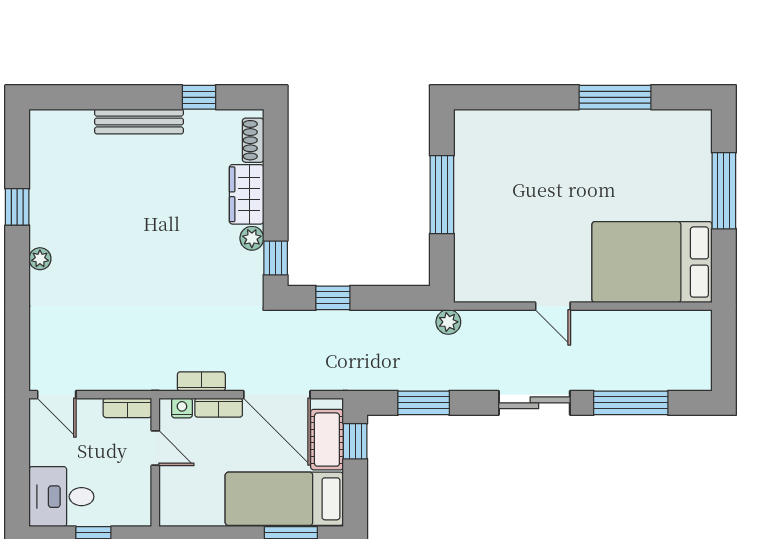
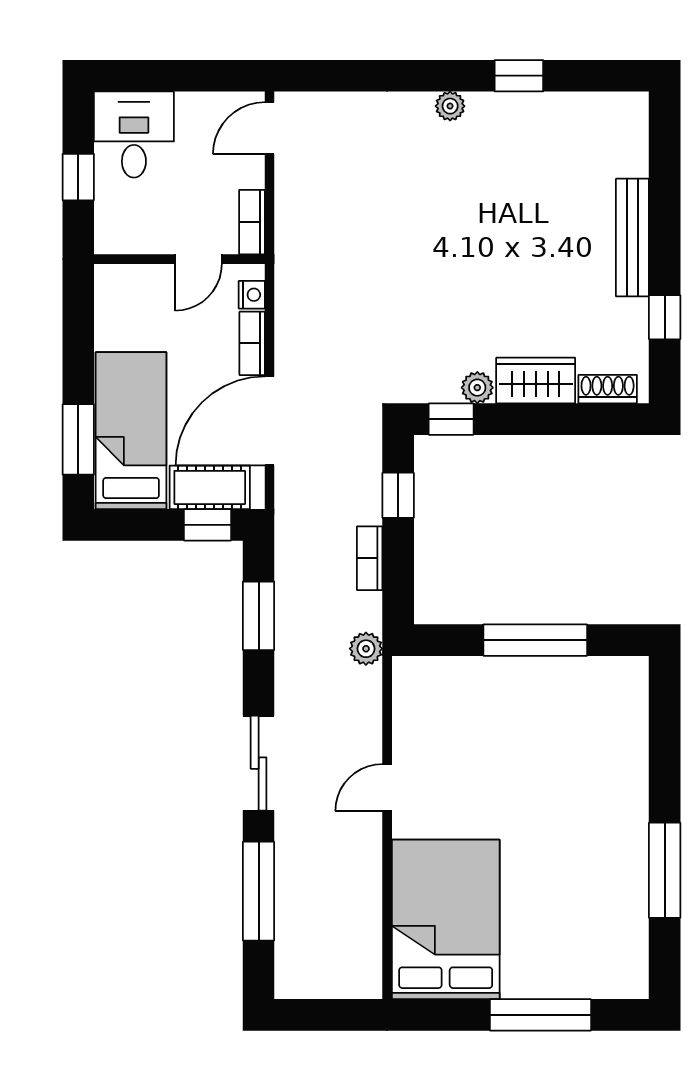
bookcase: (201, 381) -> (370, 558), moved, turned 180

